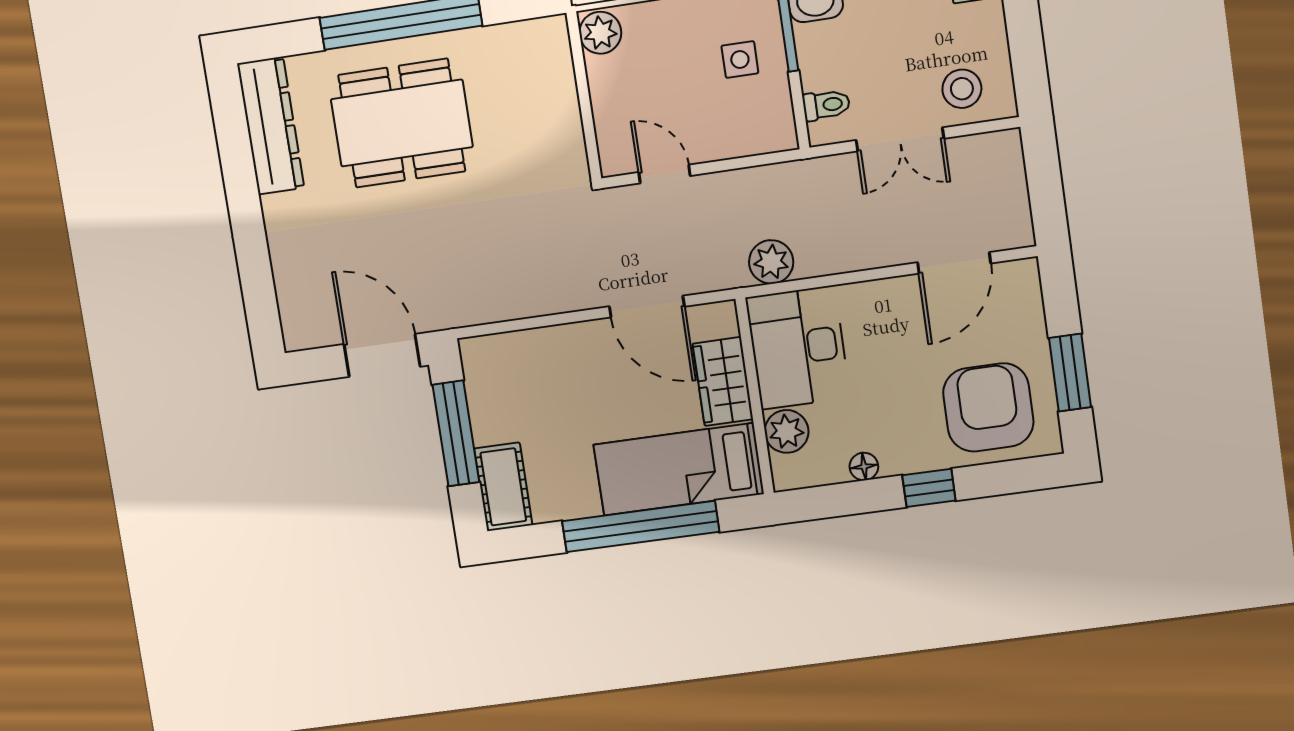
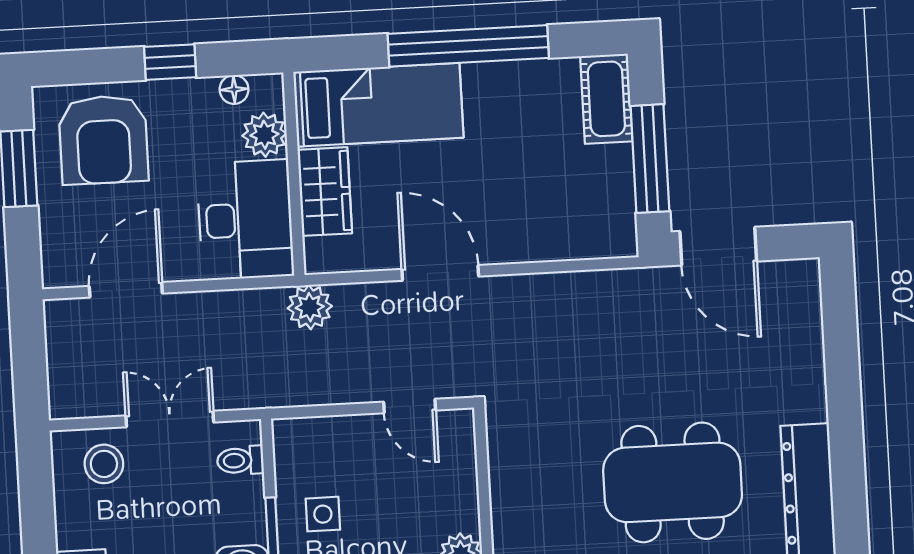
desk: (798, 348) -> (245, 220), moved
wardrobe: (723, 381) -> (325, 192), moved
wall: (755, 396) -> (294, 174), moved
plant: (787, 431) -> (264, 135), moved
bed: (679, 469) -> (378, 105), moved

